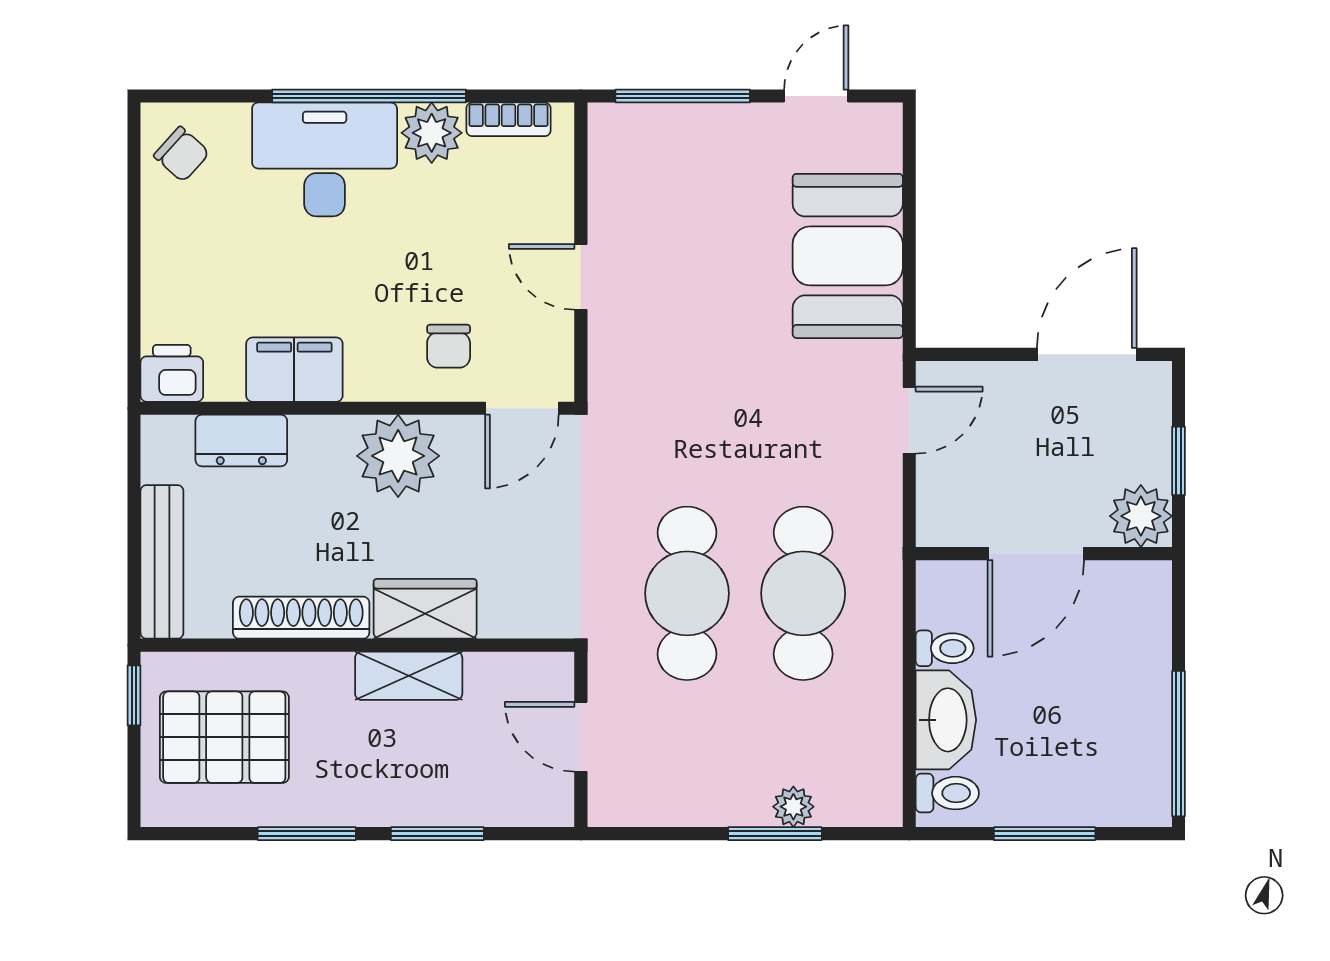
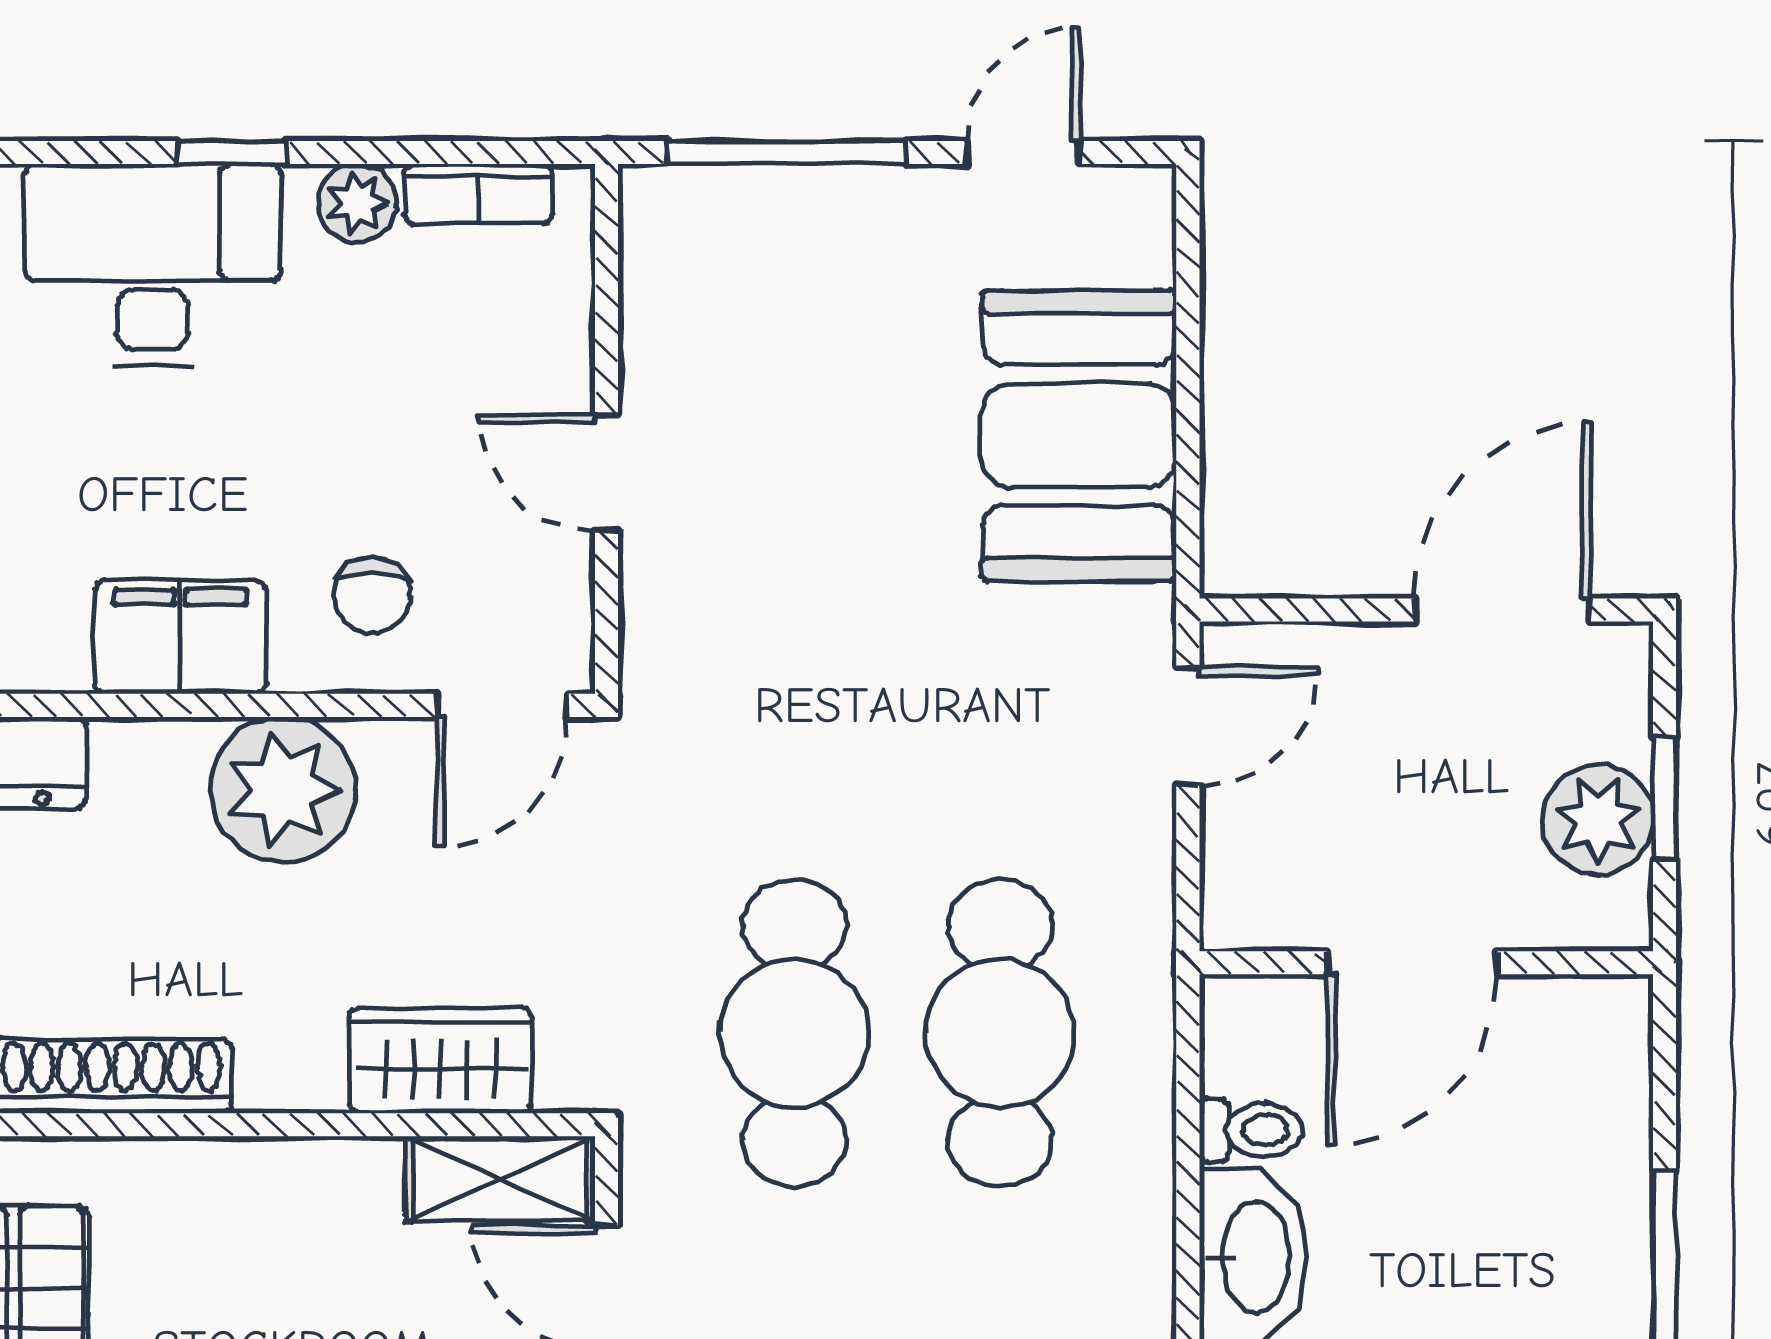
window: (369, 96) -> (231, 152), width x0.32
plant: (432, 133) -> (357, 203), width x0.73, depth x0.73
filing cabinet: (294, 370) -> (180, 637), moved
plant: (1141, 516) -> (1598, 820), moved
wardrobe: (425, 609) -> (441, 1060), moved
shelving: (409, 676) -> (500, 1179), moved

